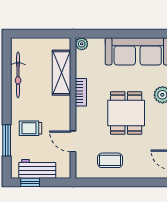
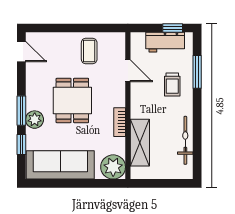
plant: (82, 44) -> (113, 167), width x1.88, depth x1.88
trolley: (31, 128) -> (172, 84), turned 90
coffee table: (110, 160) -> (89, 51), turned 90

